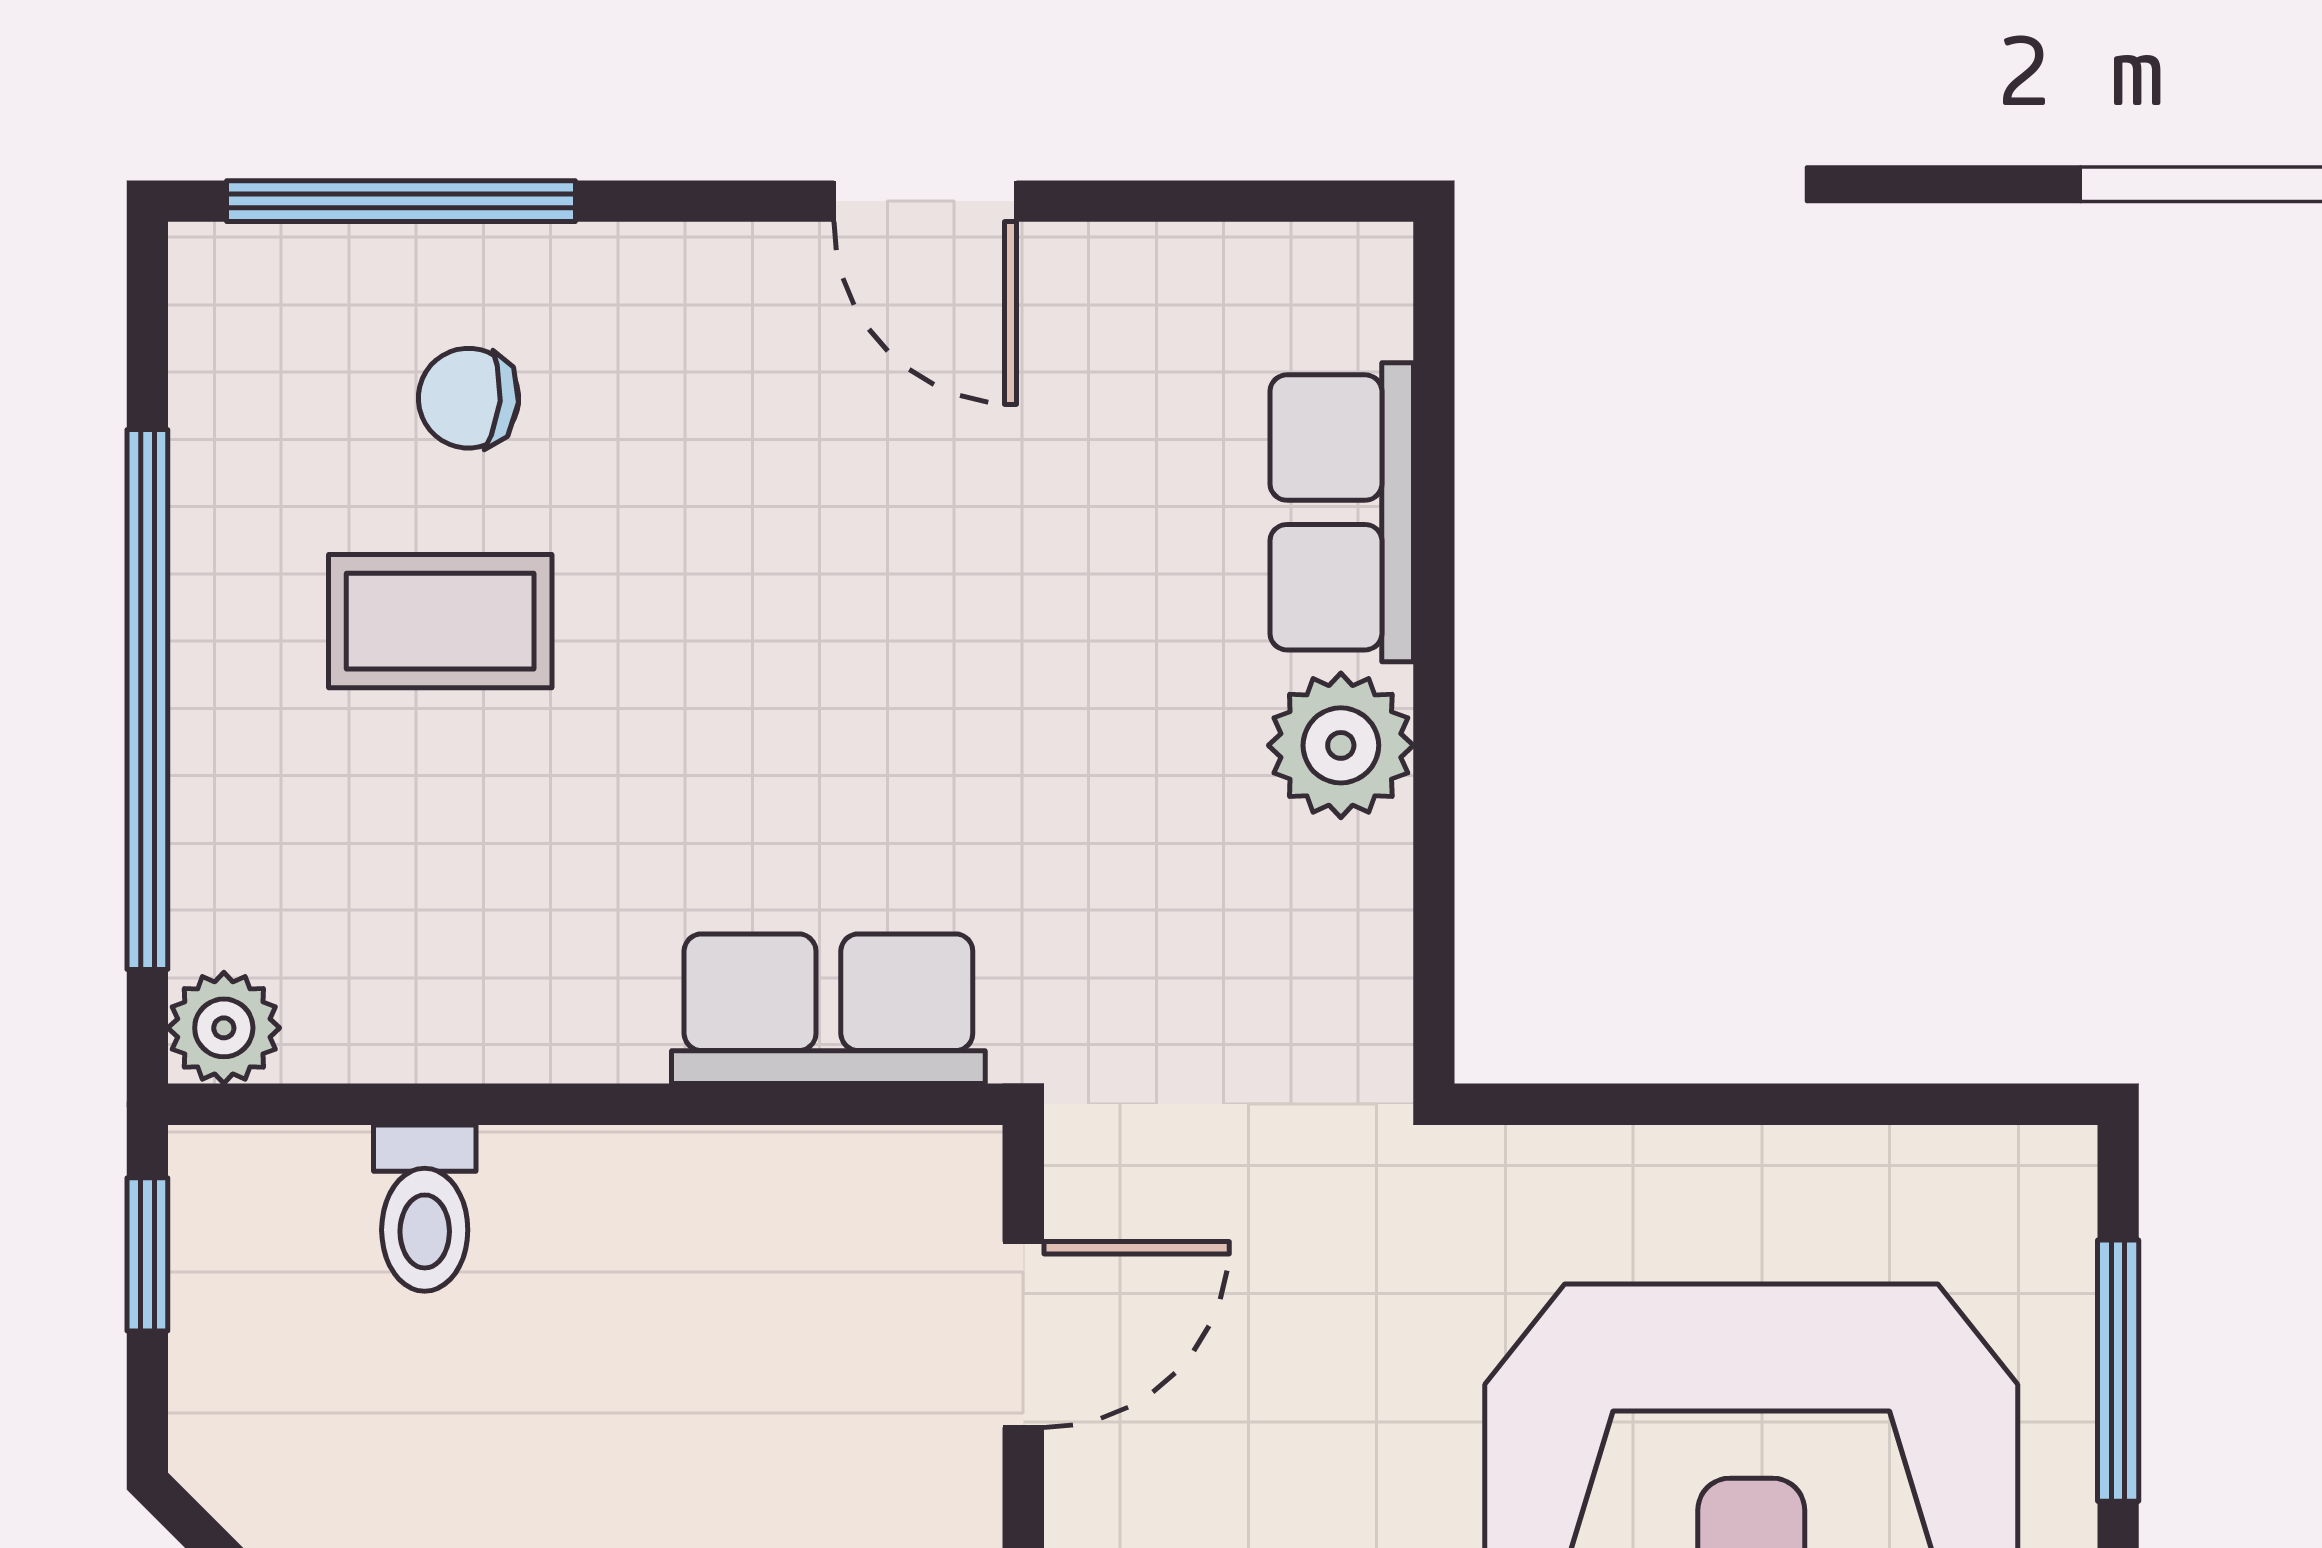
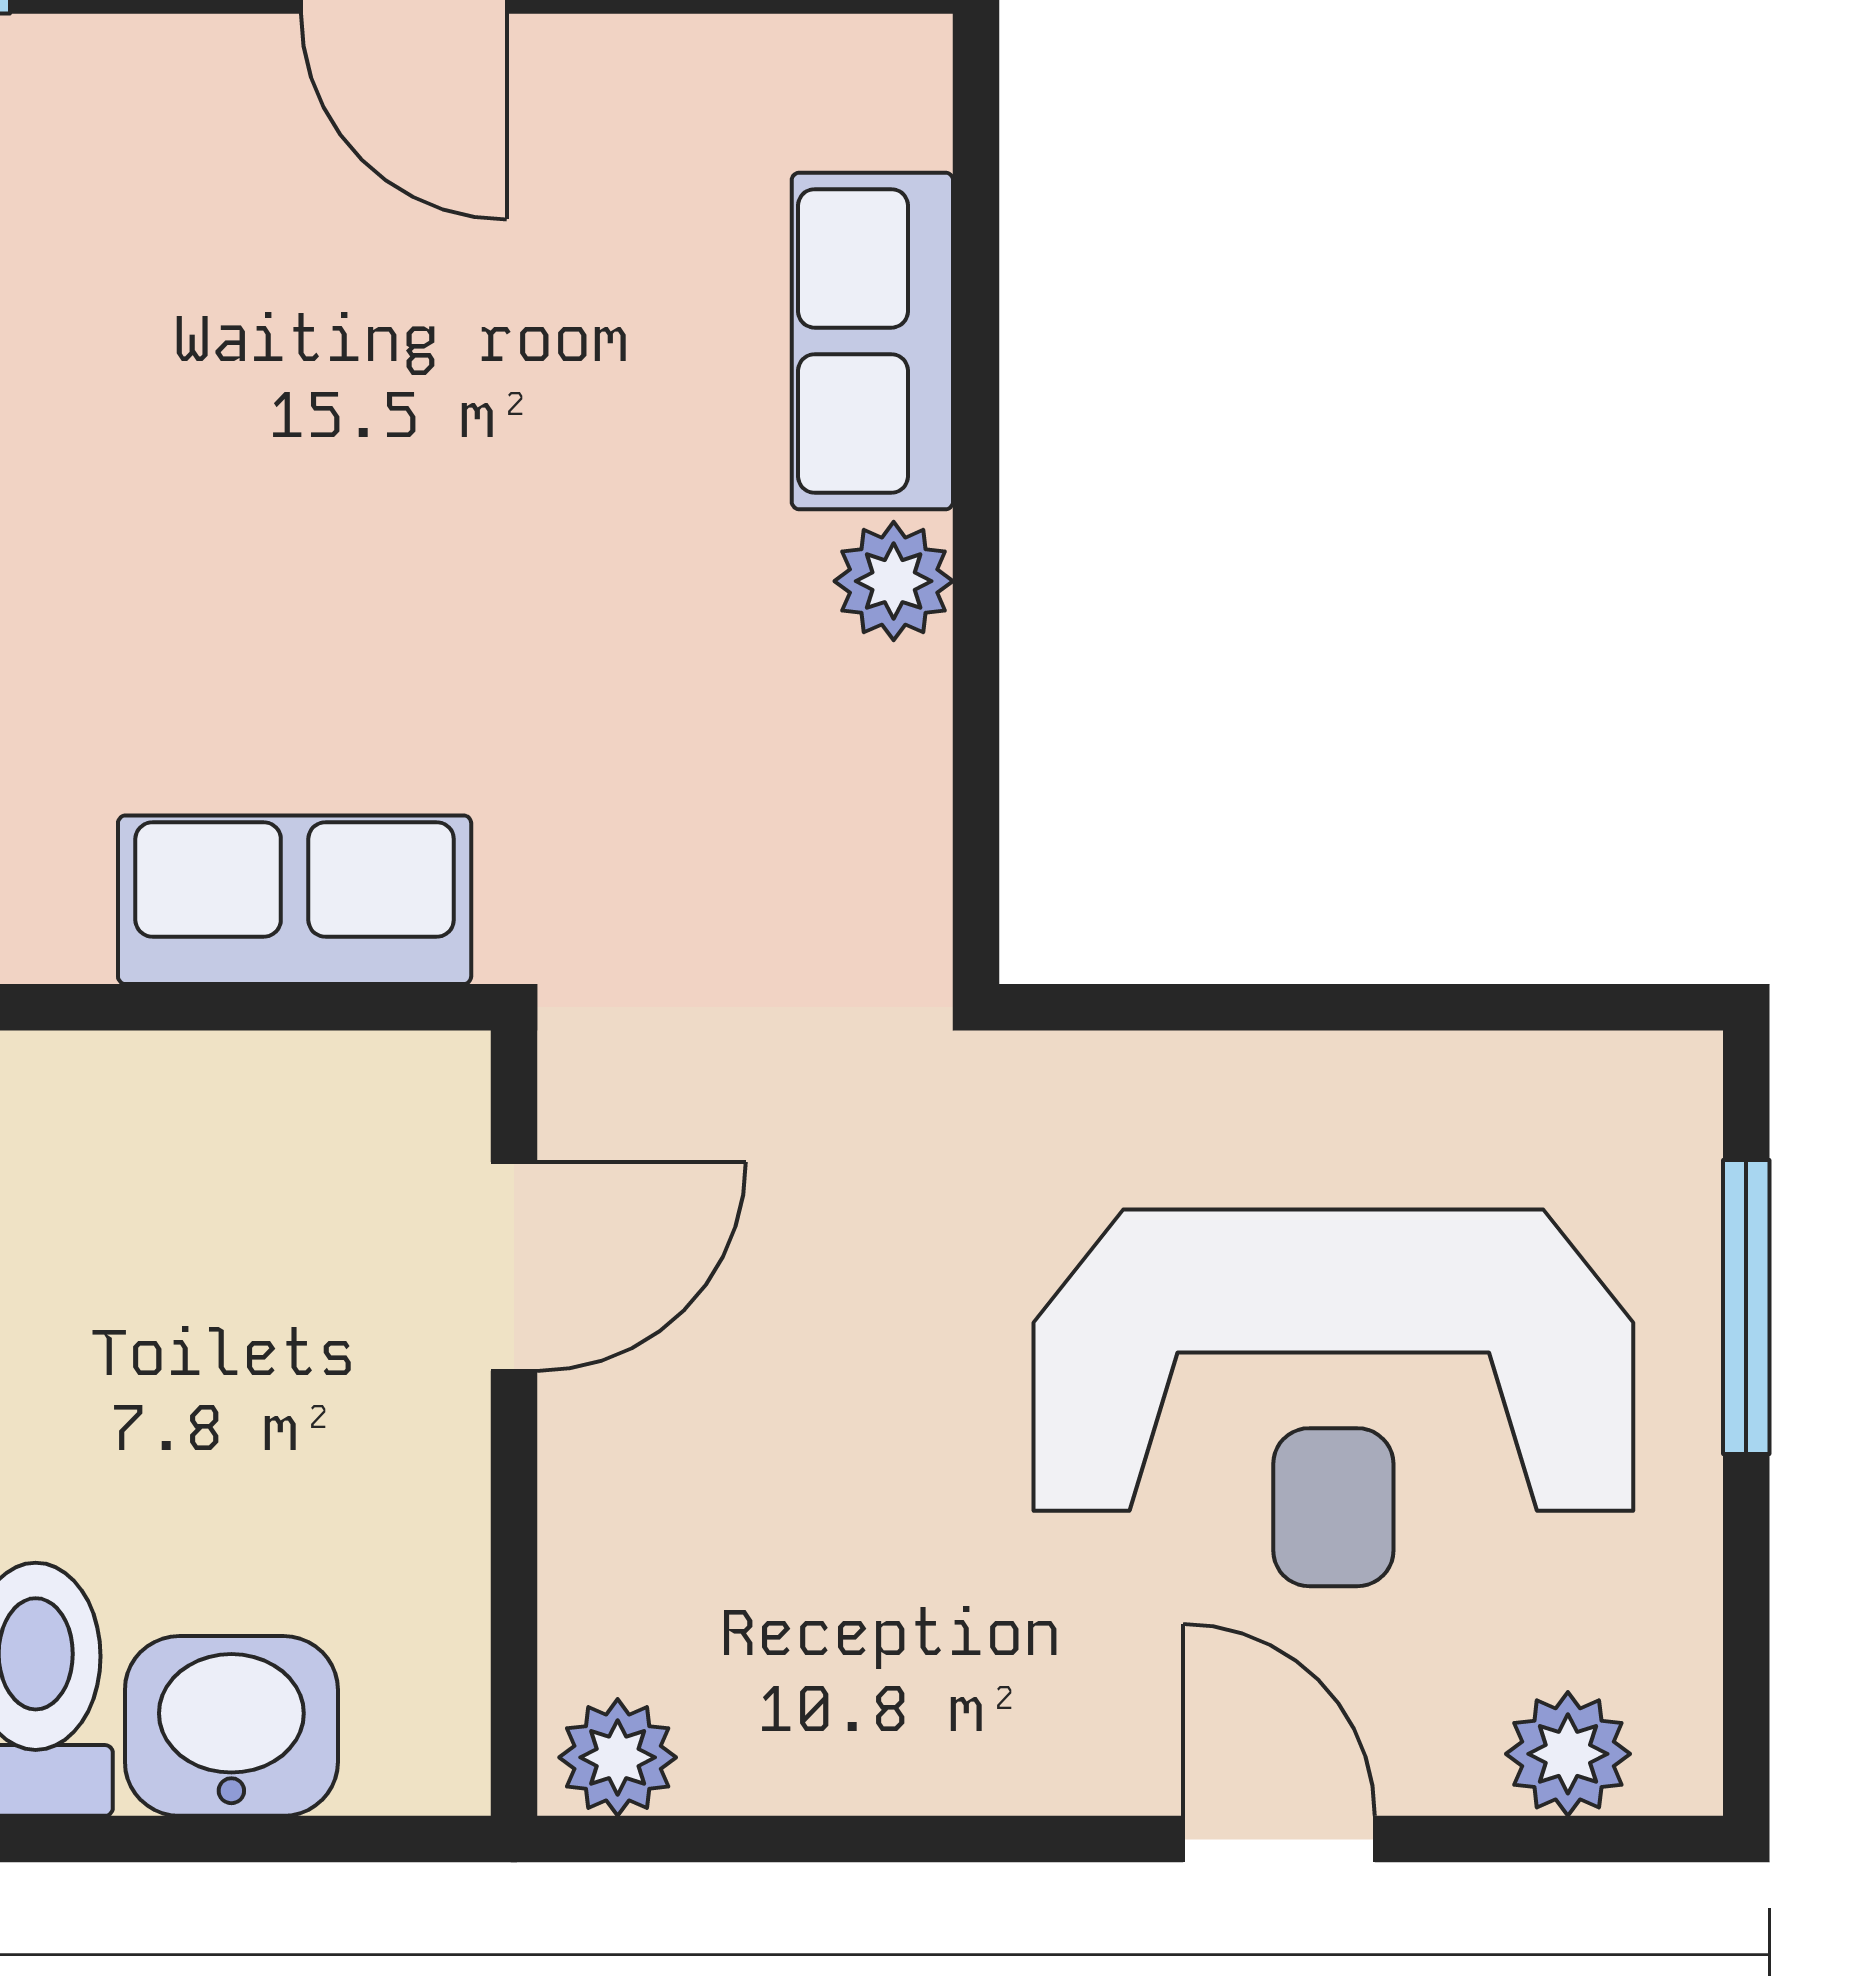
plant: (1341, 745) -> (894, 581), width x0.73, depth x0.73

